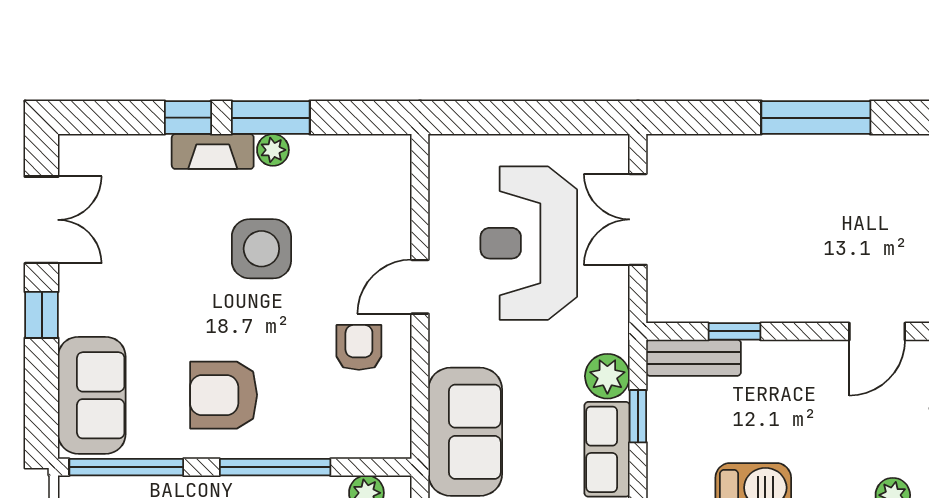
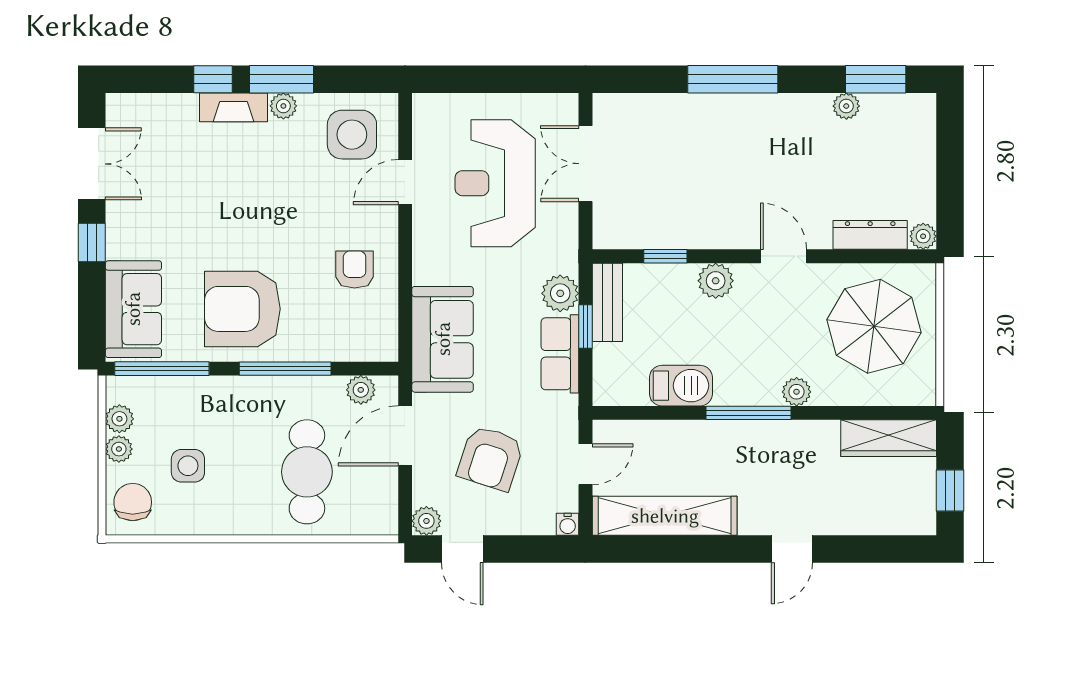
side table: (261, 249) -> (352, 135), moved
door: (420, 287) -> (405, 182), moved
door: (877, 331) -> (784, 256), swing flipped
bench: (694, 358) -> (607, 302), moved, turned 90
plant: (795, 361) -> (716, 281), added
armchair: (224, 395) -> (242, 309), width x1.36, depth x1.36

